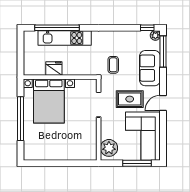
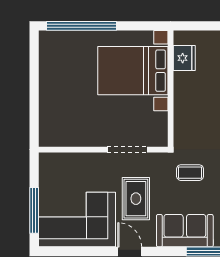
fridge: (54, 68) -> (184, 58), moved
window: (20, 119) -> (81, 26), moved
plant: (109, 148) -> (59, 166), removed

